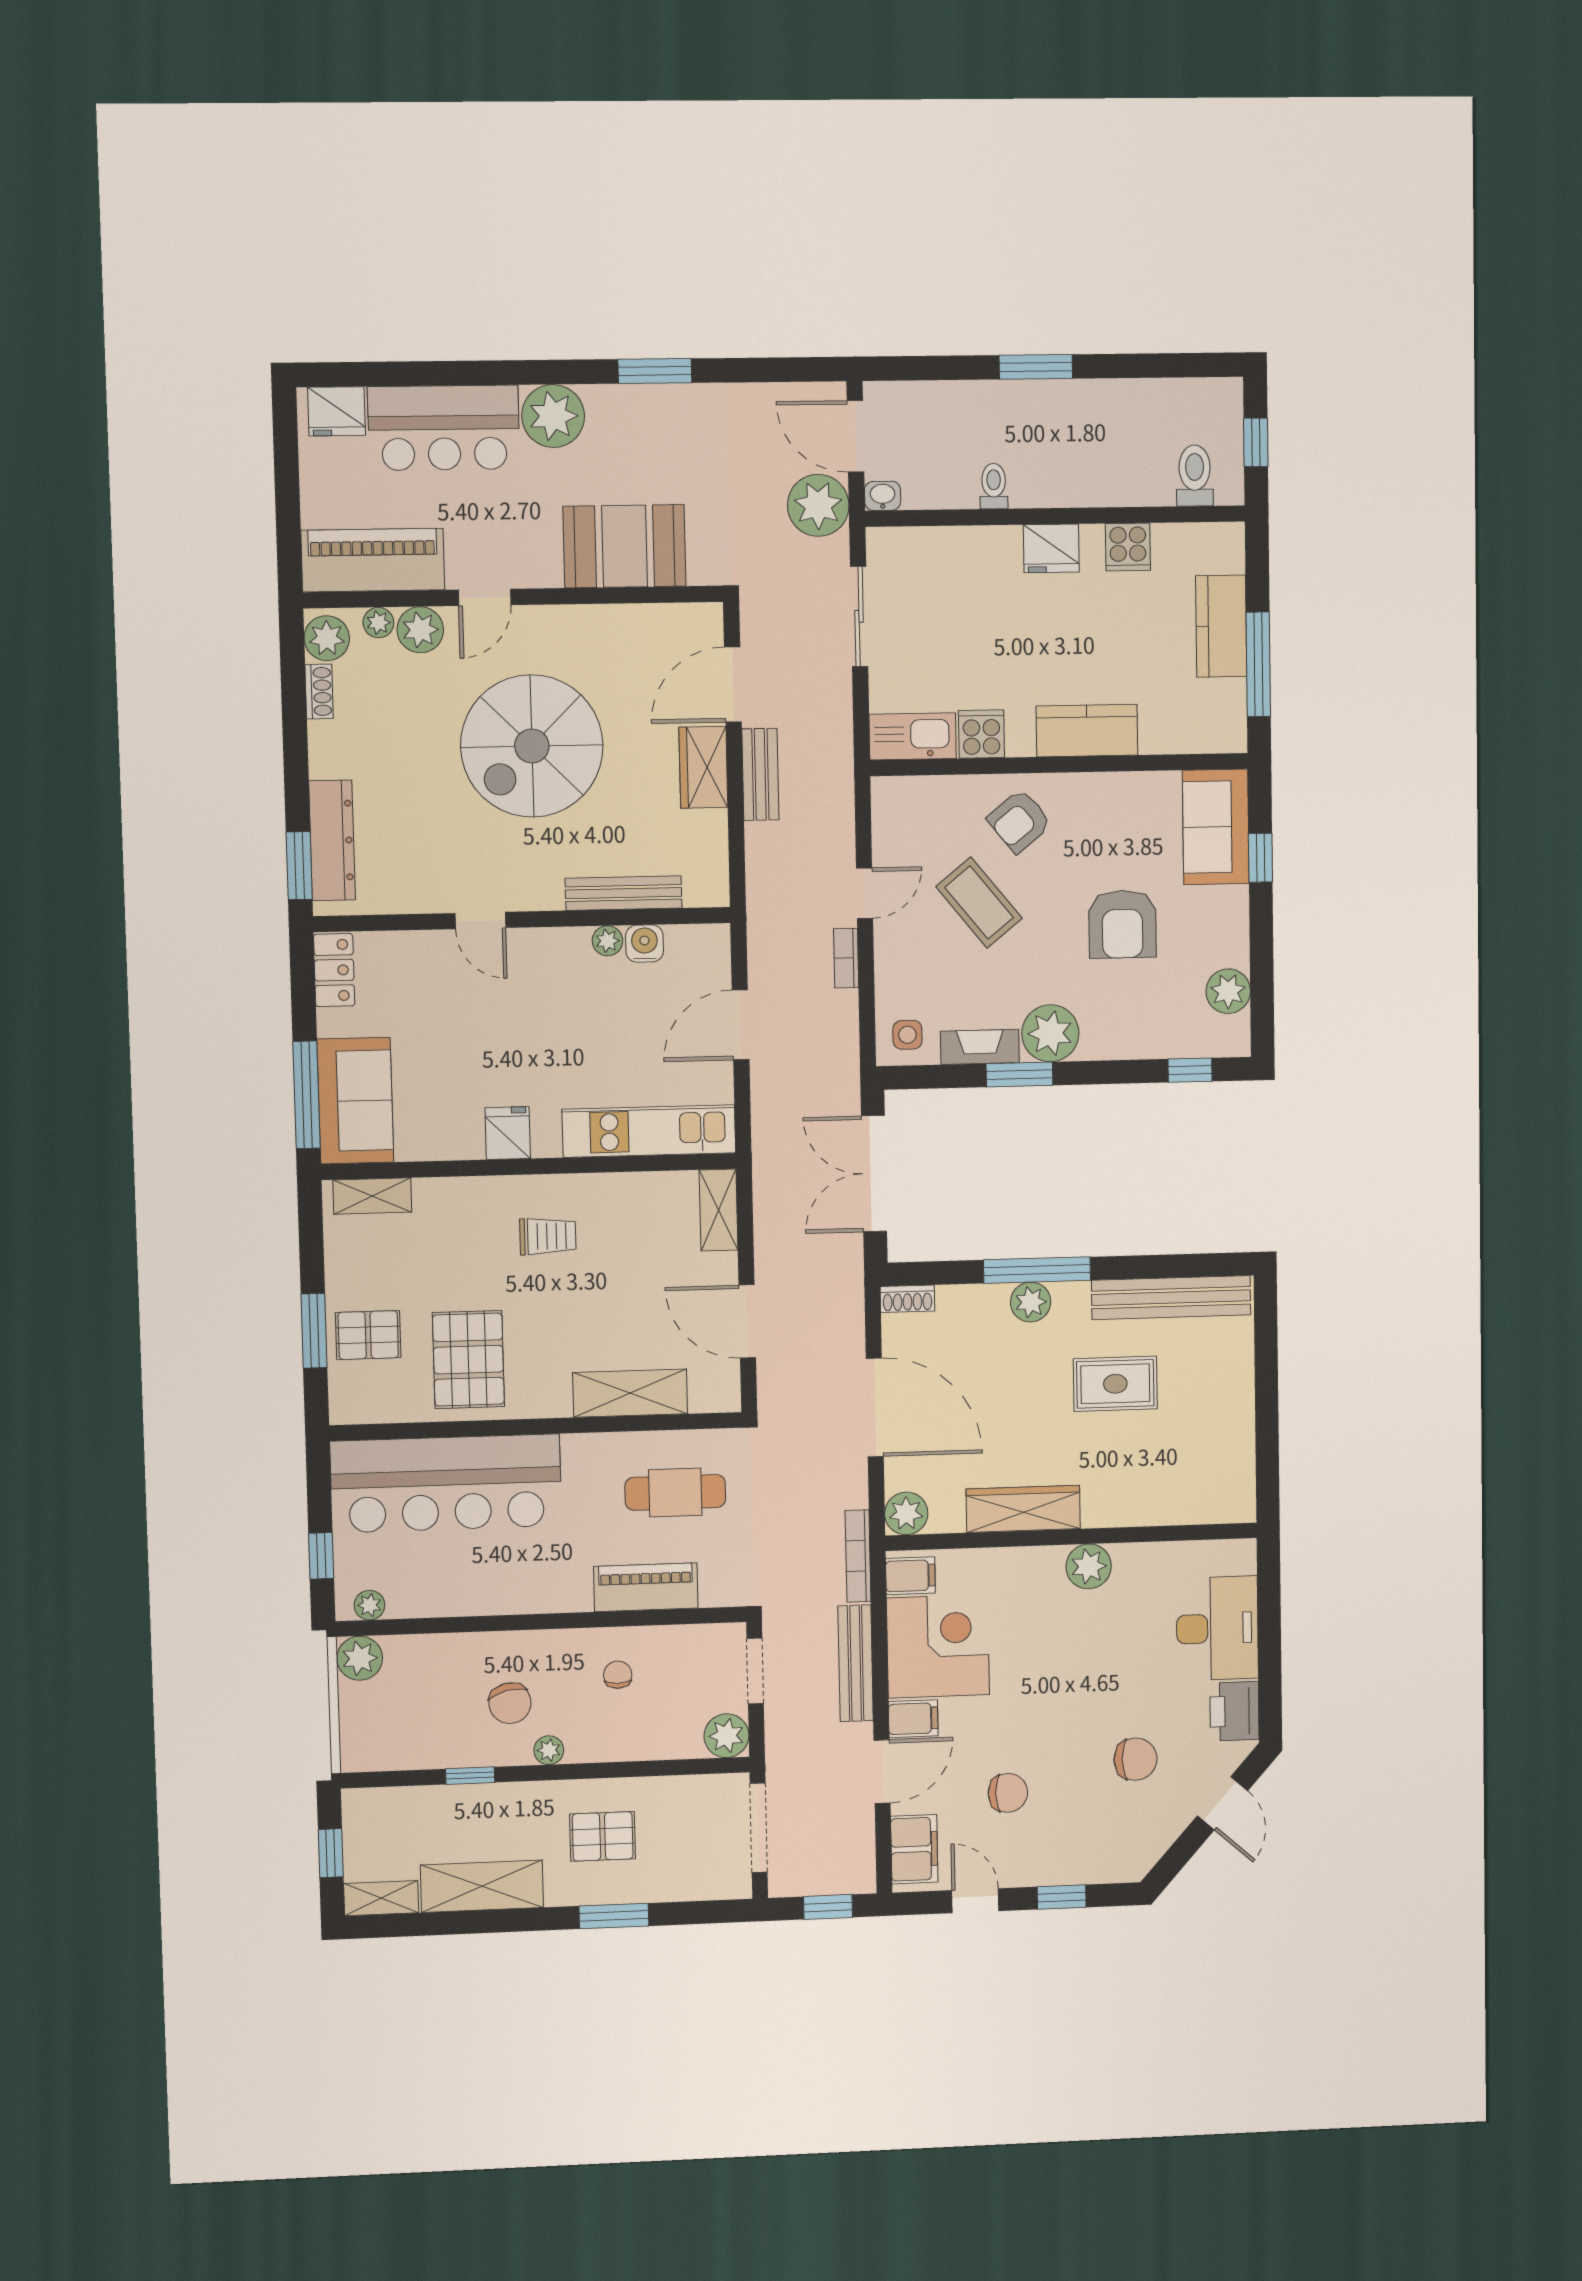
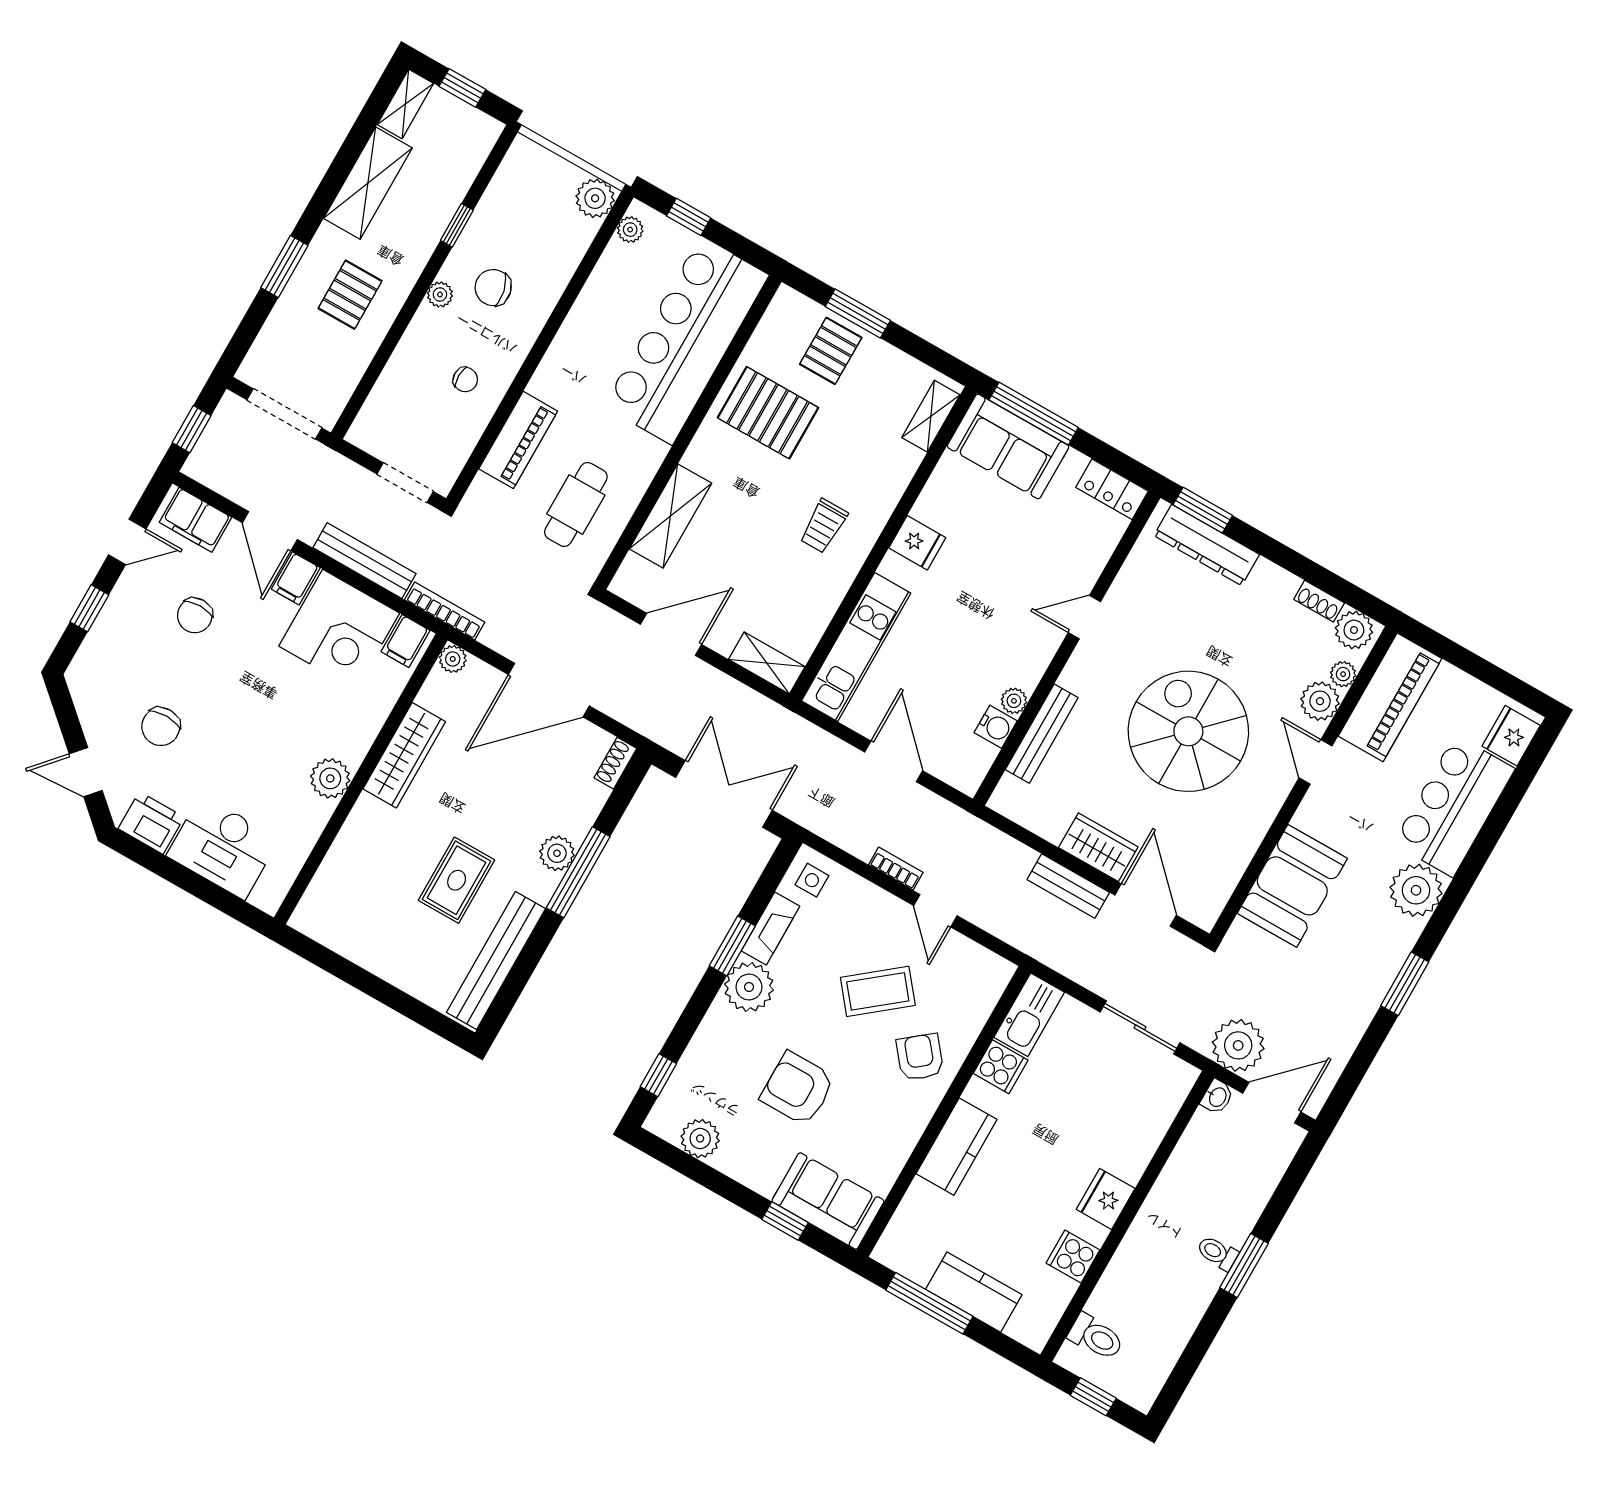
toilet: (994, 486) -> (1217, 1253), moved, turned 180
plant: (906, 1513) -> (453, 659), width x0.73, depth x0.73
plant: (726, 1736) -> (369, 432), removed

